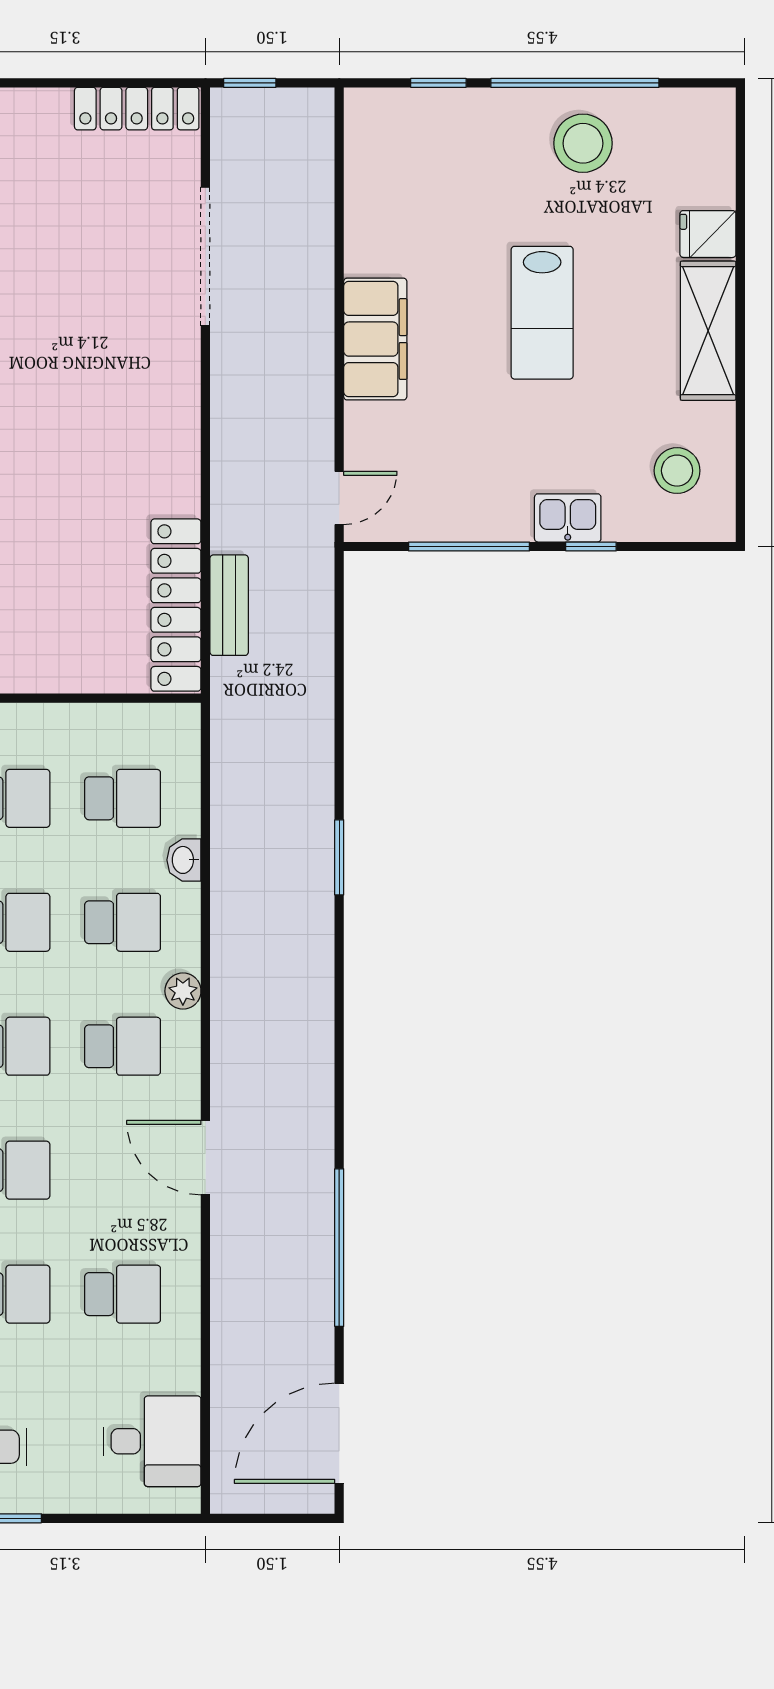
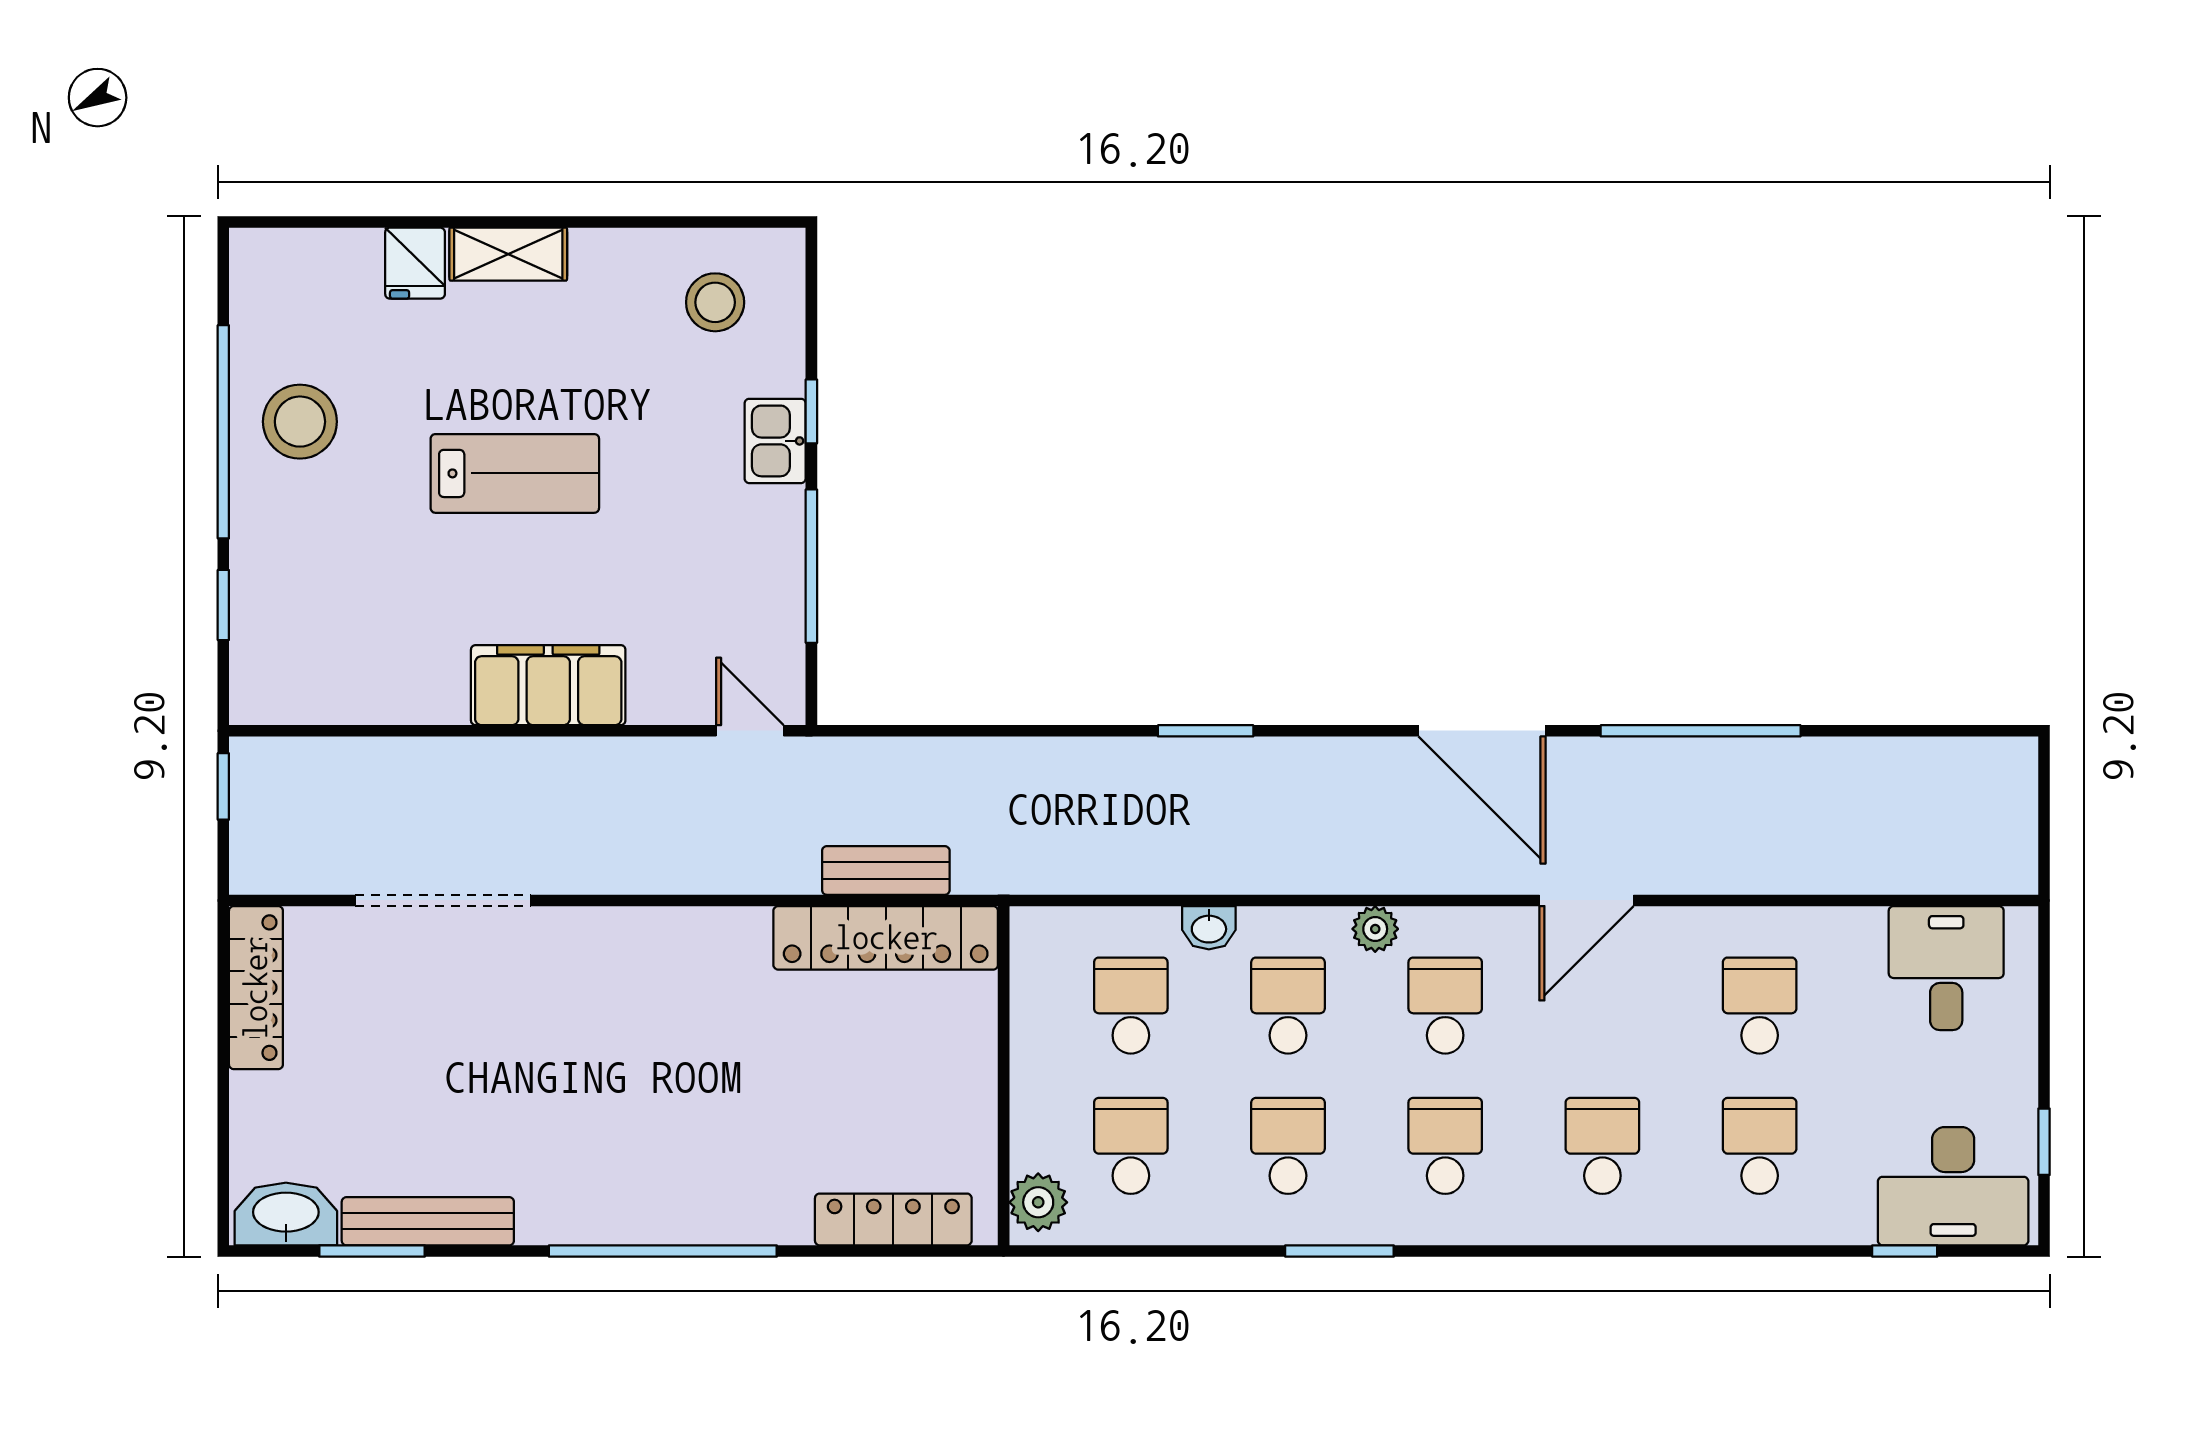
window: (250, 83) -> (223, 786), moved
shelving: (708, 331) -> (508, 254), width x0.67, depth x0.75
door: (339, 1433) -> (1482, 731), moved

